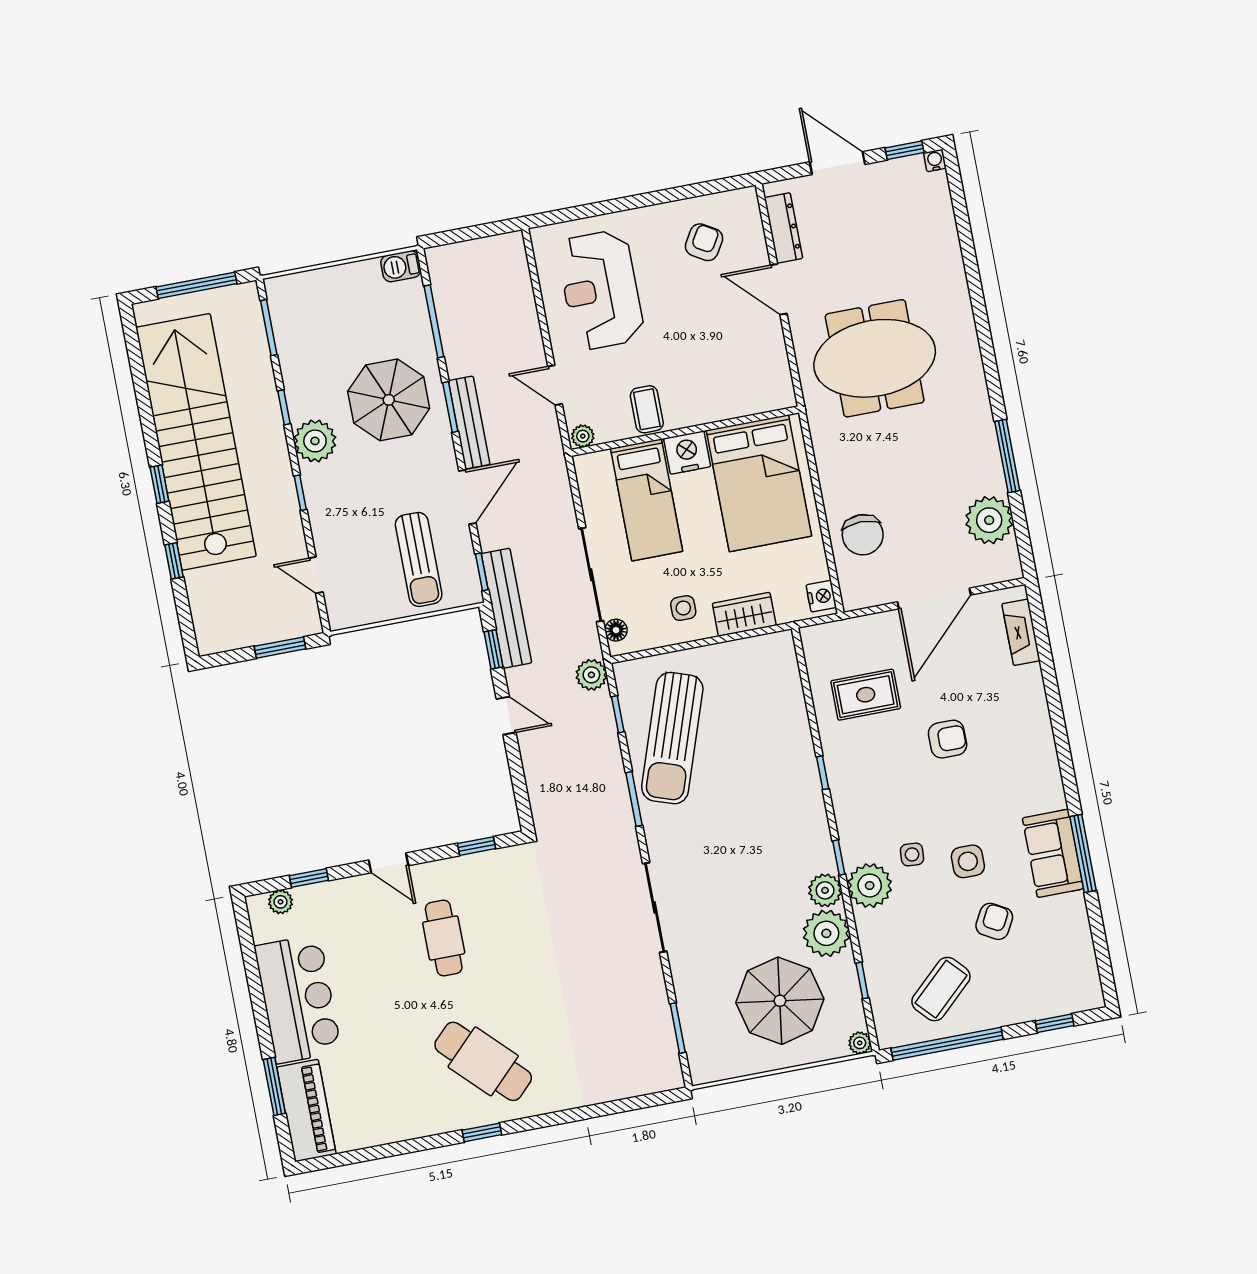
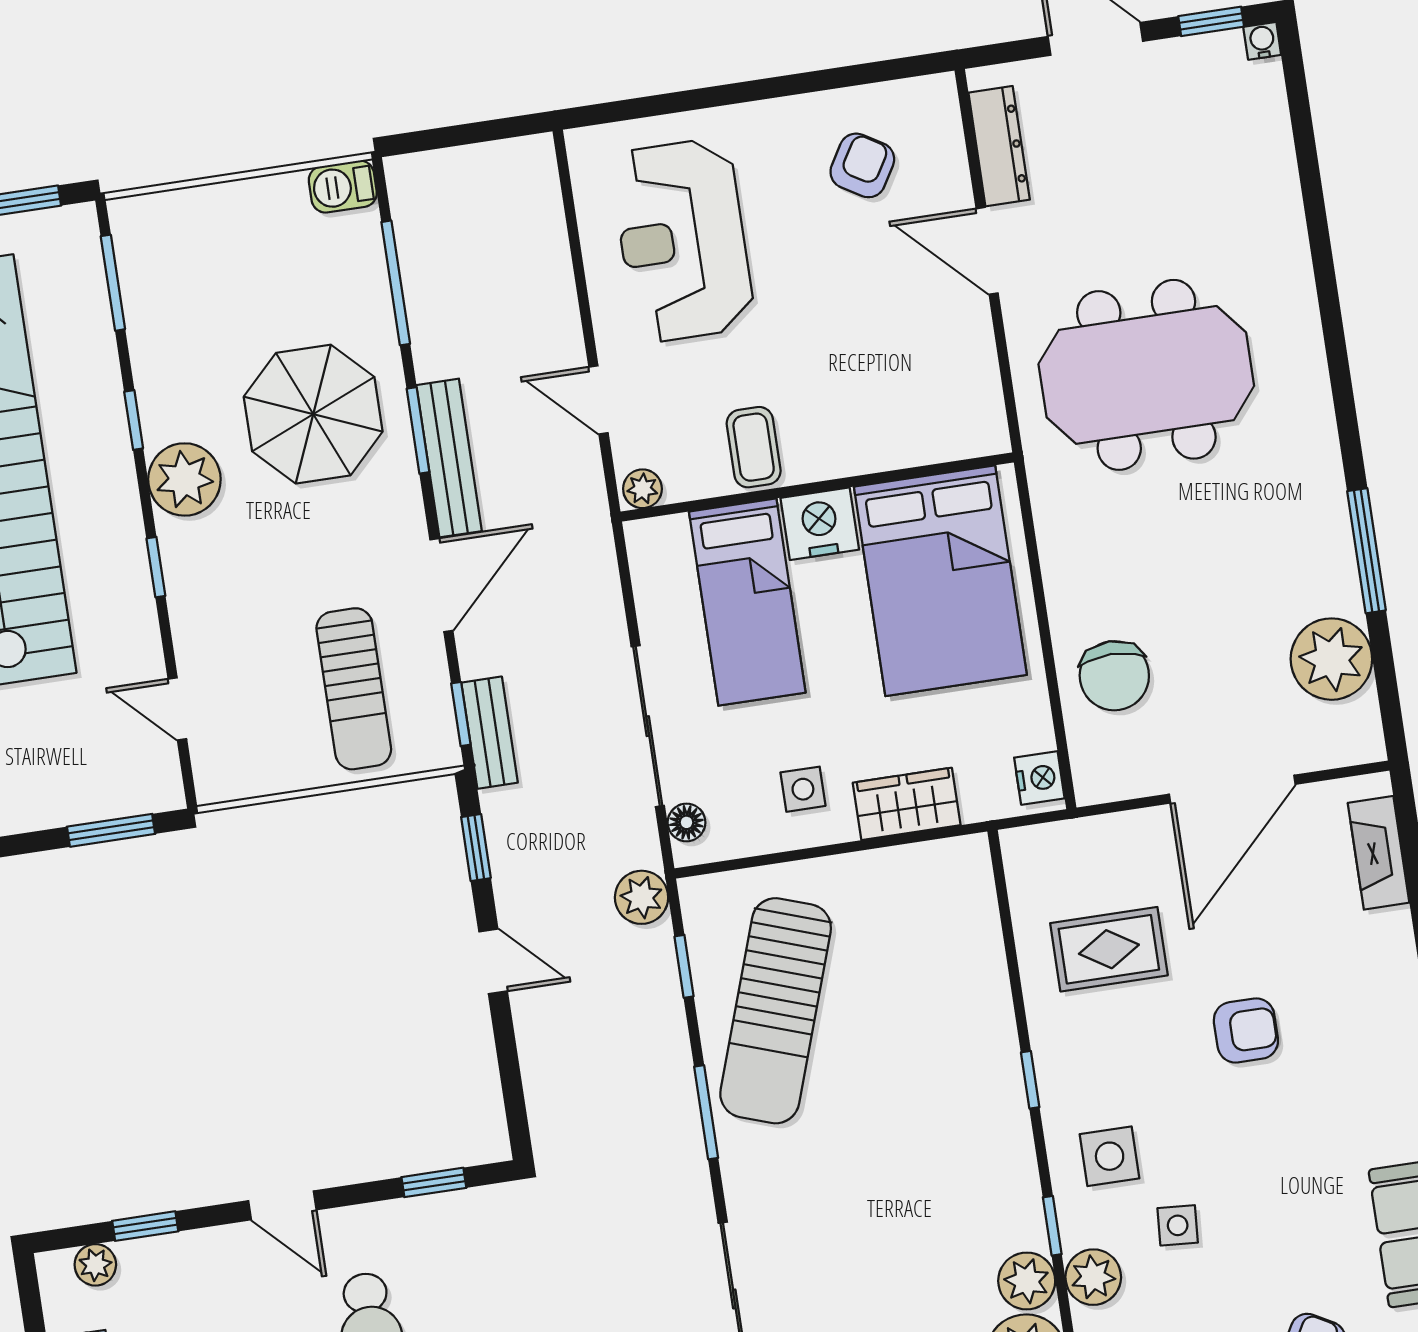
bench: (507, 608) -> (490, 733), width x0.54, depth x0.82
side table: (968, 861) -> (1110, 1156), moved
plant: (870, 886) -> (1093, 1277), width x0.73, depth x0.73

